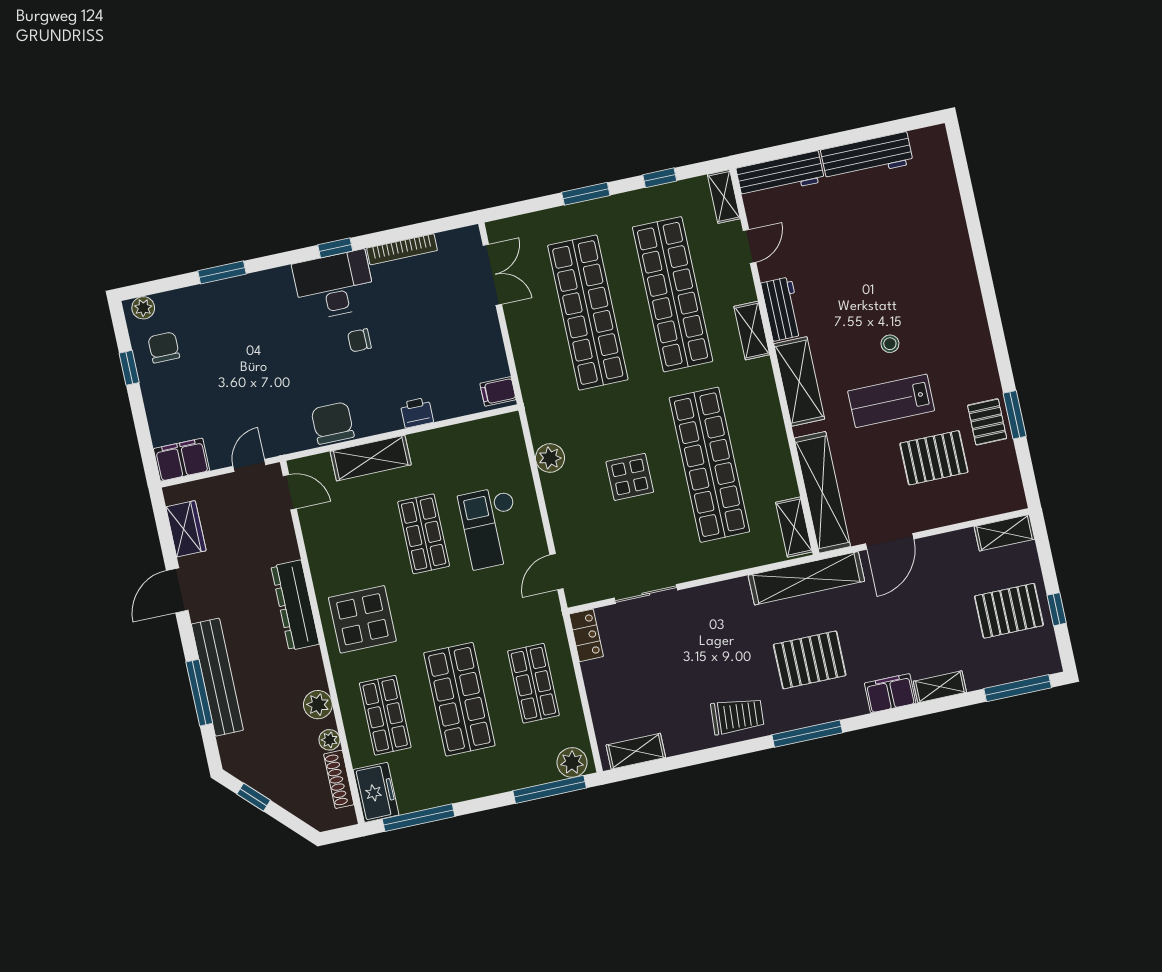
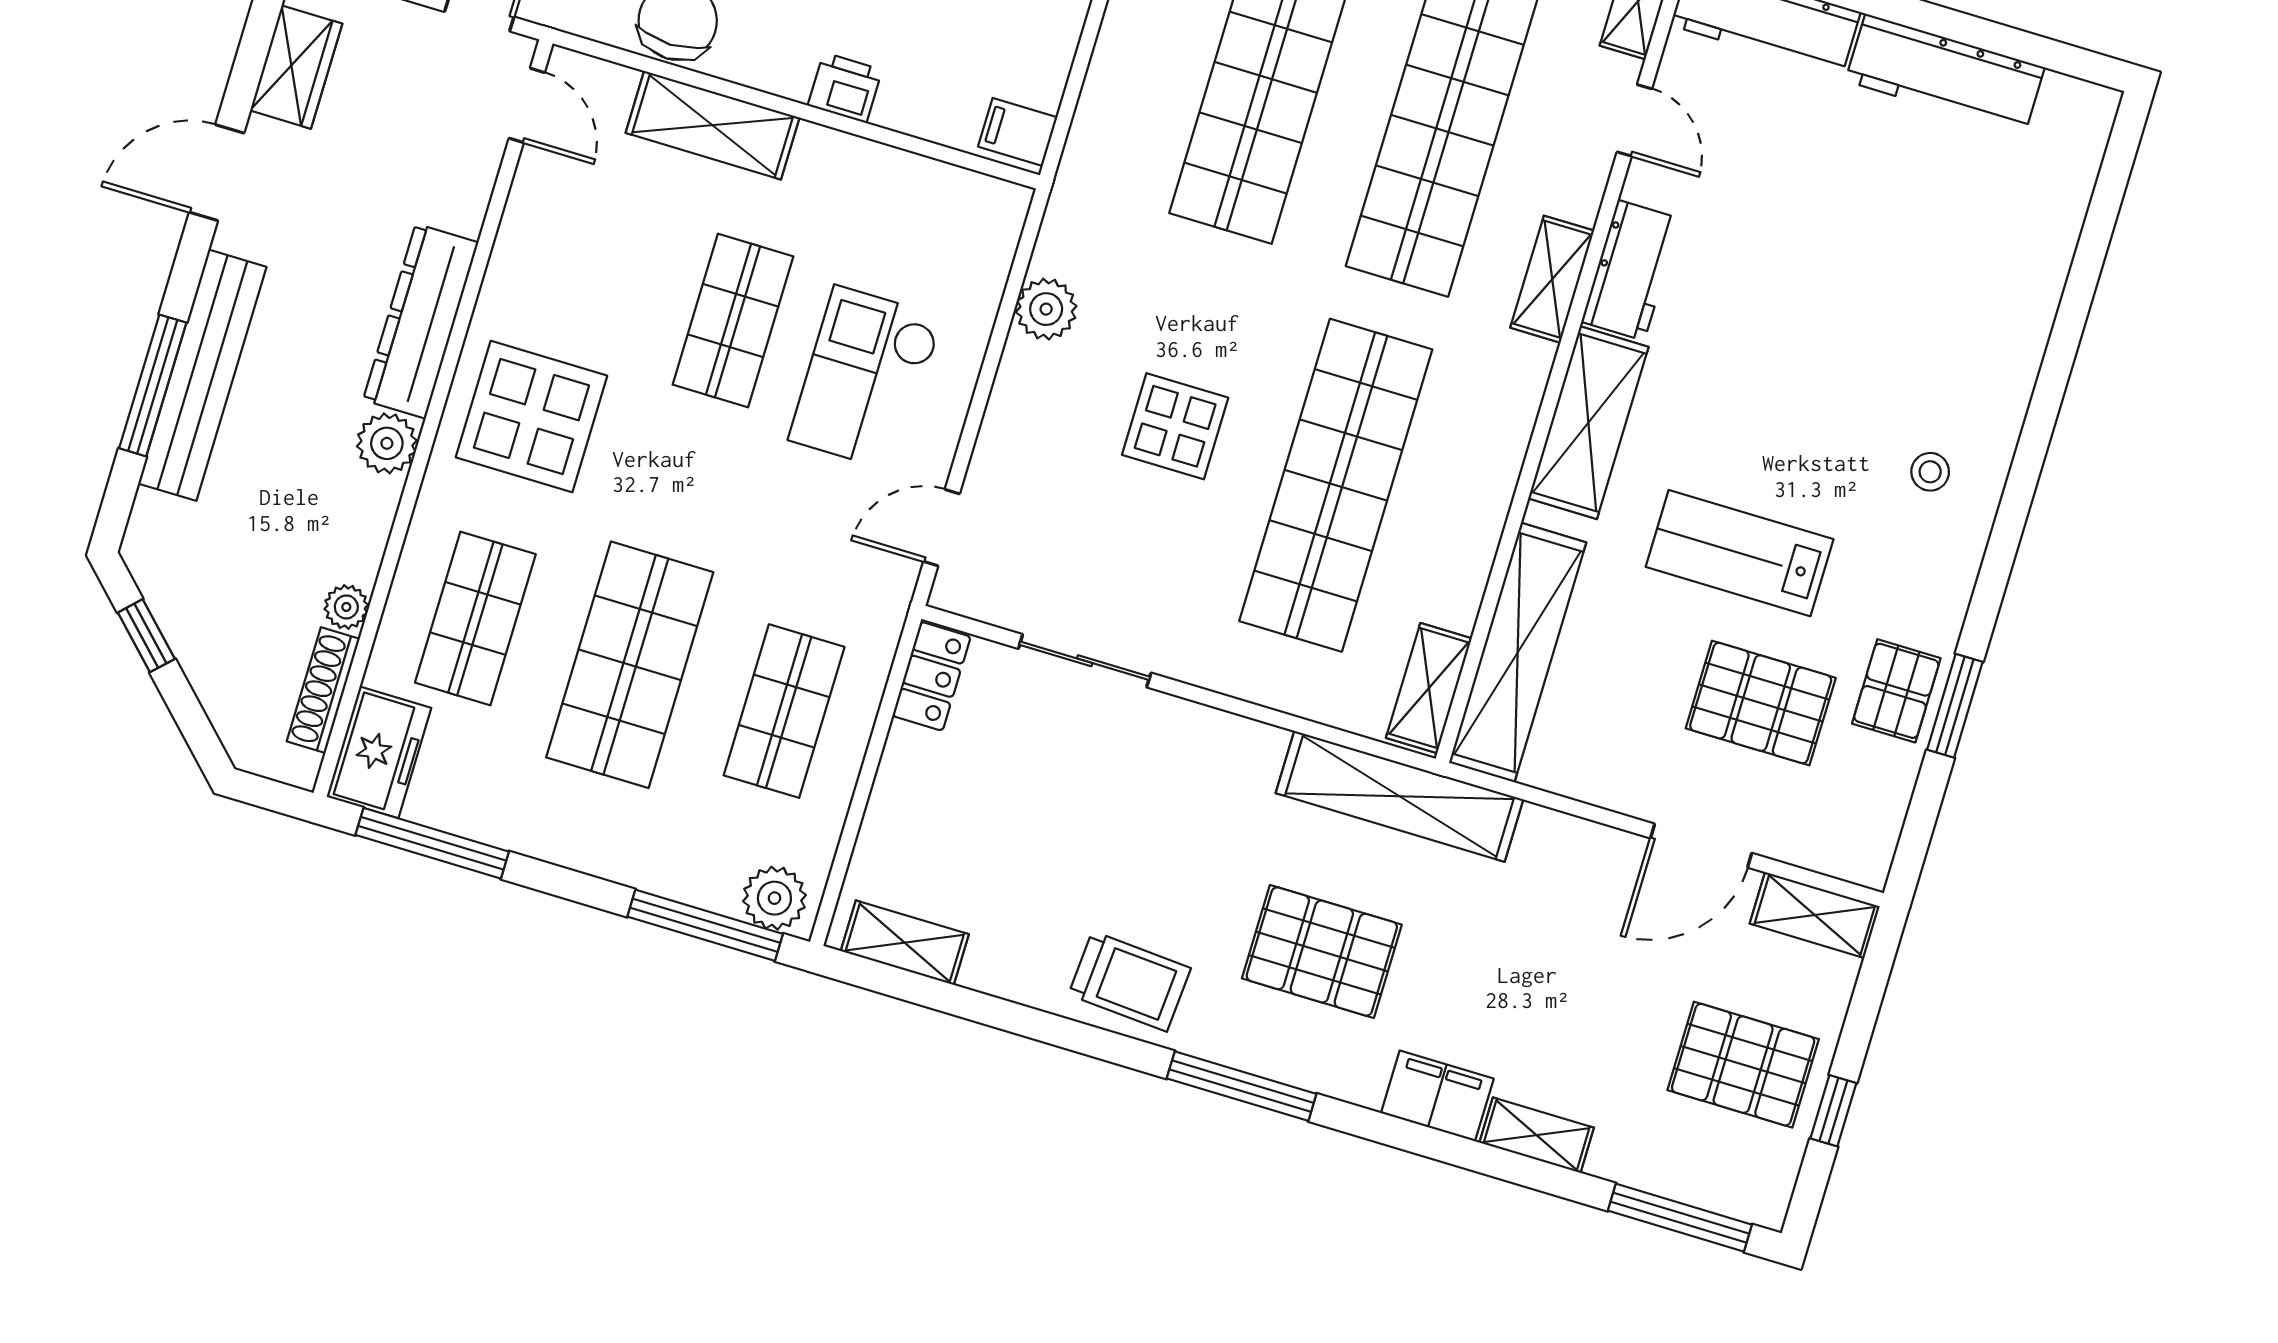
door: (749, 246) -> (1634, 120), hinge flipped
stool: (890, 344) -> (1930, 472), moved
door: (890, 541) -> (1701, 846), moved
plant: (318, 705) -> (387, 443), moved

